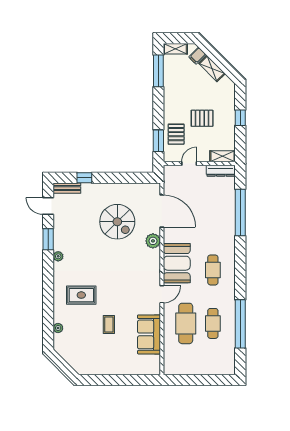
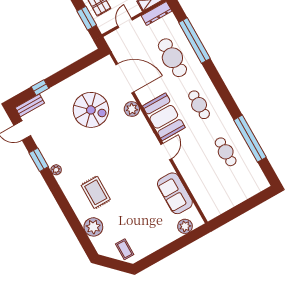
rug: (81, 295) -> (96, 192), turned 90
cafe table: (186, 323) -> (172, 58), moved
coffee table: (109, 324) -> (125, 249), moved
plant: (58, 328) -> (93, 227), width x1.88, depth x1.88
plant: (142, 368) -> (185, 226), added

